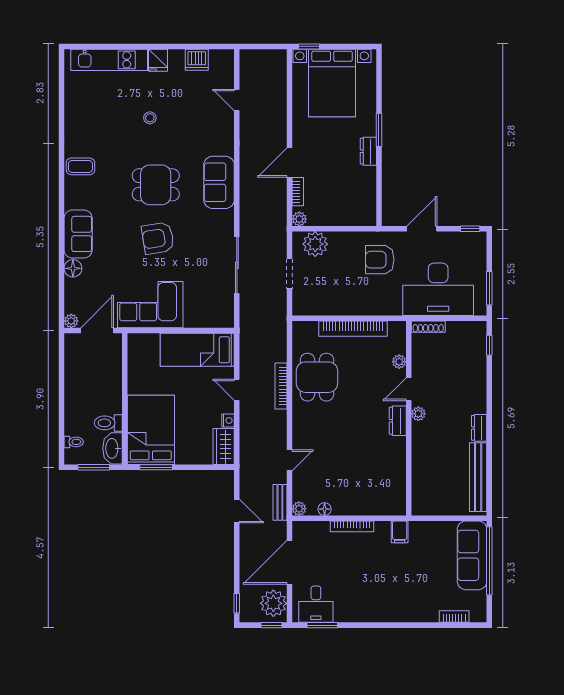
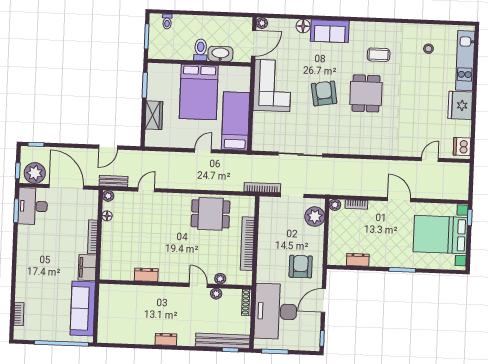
fridge: (158, 60) -> (460, 105), width x1.88, depth x1.34
dishwasher: (197, 60) -> (462, 147), moved
stool: (150, 118) -> (428, 49), moved
dresser: (368, 151) -> (358, 260), moved
door: (289, 162) -> (399, 200), moved
coffee table: (80, 166) -> (379, 55), moved, turned 90
sofa: (219, 182) -> (366, 143), removed
door: (422, 229) -> (323, 300), swing flipped
door: (97, 331) -> (254, 43), hinge flipped
bookcase: (281, 386) -> (262, 188), moved
plant: (418, 414) -> (216, 294), moved
nightstand: (228, 421) -> (179, 143), removed
dresser: (398, 421) -> (146, 275), moved
toilet: (108, 423) -> (201, 50), moved
bed: (151, 430) -> (199, 92), moved, turned 90
wardrobe: (224, 447) -> (154, 115), moved, turned 90
washbasin: (112, 448) -> (220, 54), moved
door: (289, 460) -> (146, 190), swing flipped
bench: (478, 477) -> (223, 341), moved
filing cabinet: (400, 532) -> (87, 268), width x2.00
sofa: (472, 555) -> (83, 308), moved, turned -90
desk: (316, 604) -> (33, 206), width x1.37

